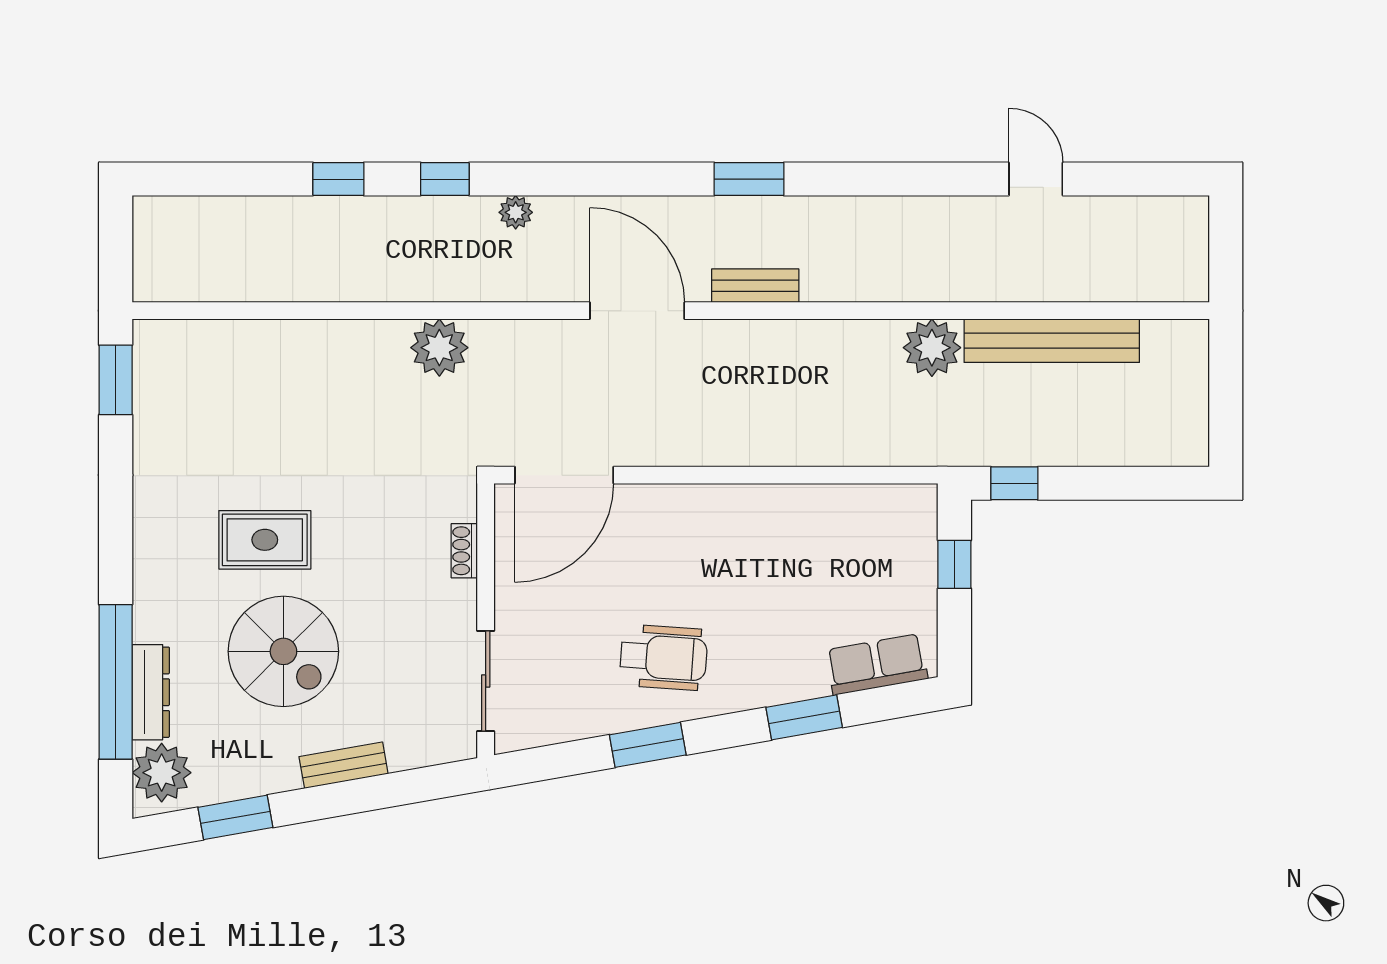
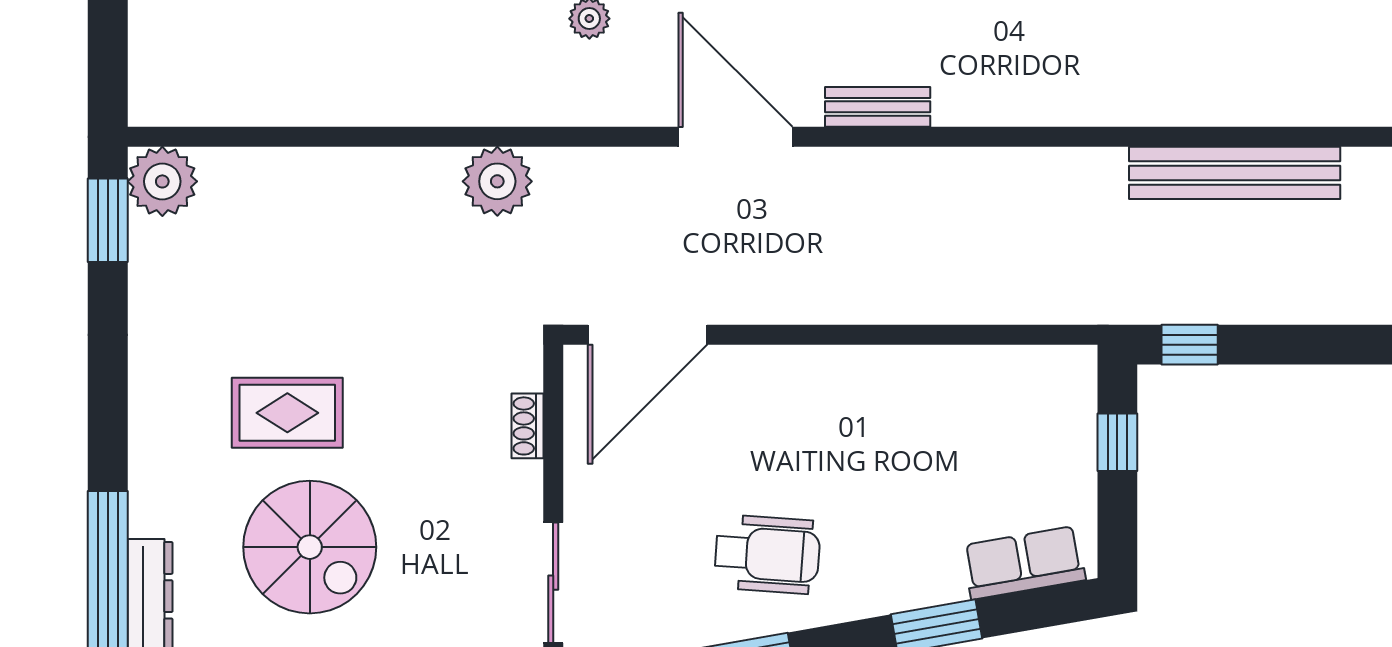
plant: (932, 348) -> (162, 181), moved

